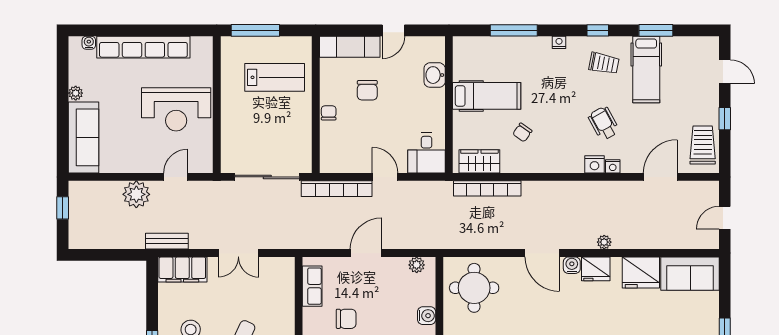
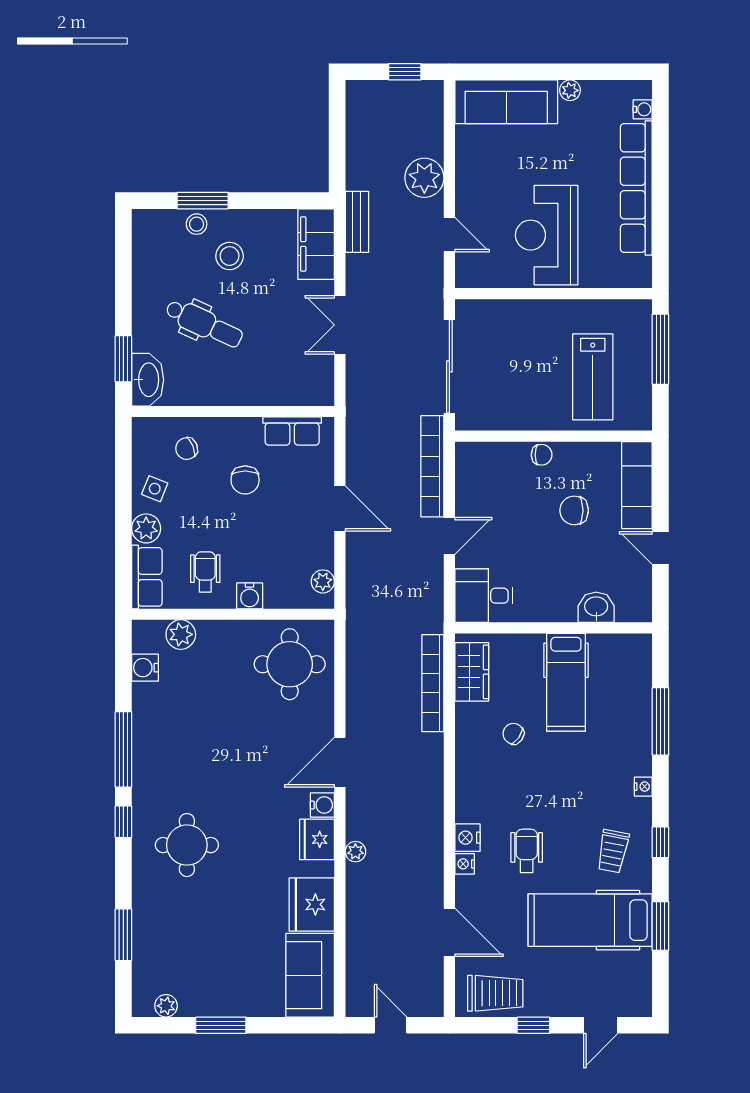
hospital bed: (646, 70) -> (590, 920), width x1.37, depth x1.29
wheelchair: (604, 123) -> (527, 851), turned -61

